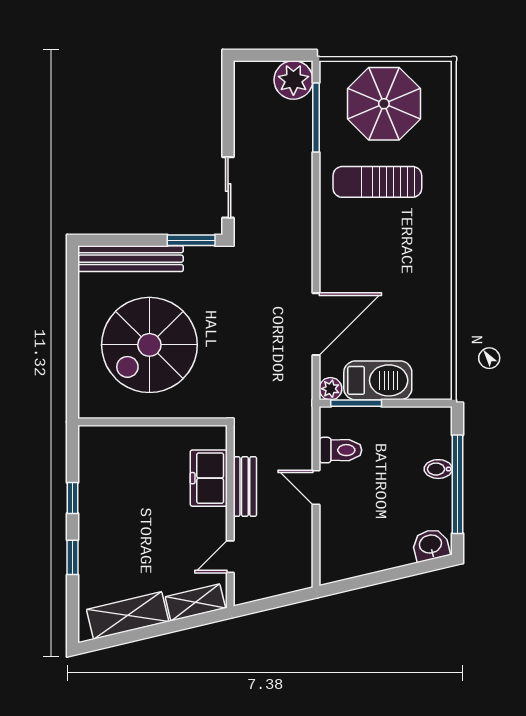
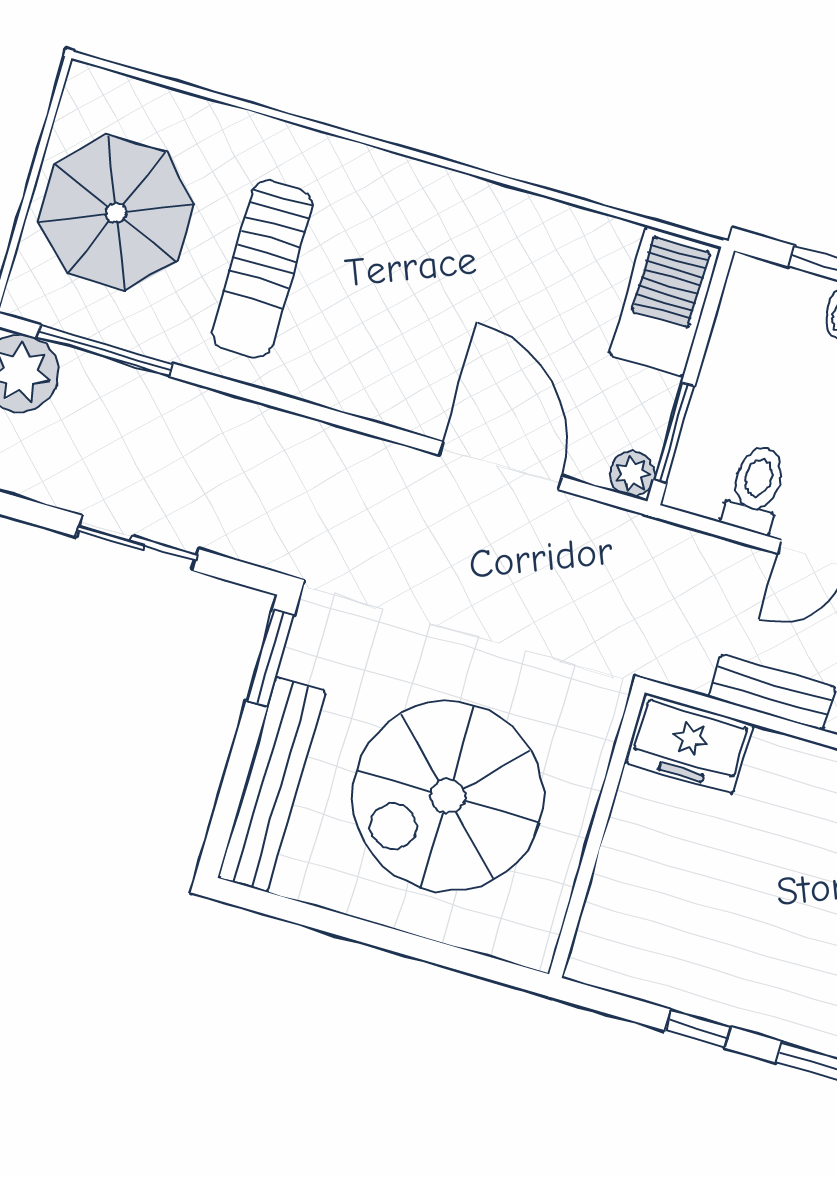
sliding door: (228, 187) -> (137, 543), moved
spiral stairs: (149, 345) -> (448, 796), turned 90
barbecue: (378, 380) -> (665, 301), moved
freezer: (209, 478) -> (689, 743), moved

